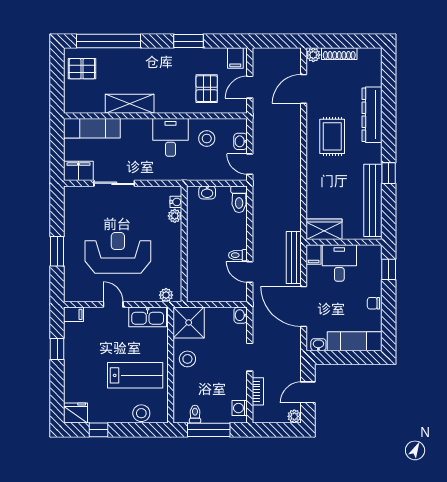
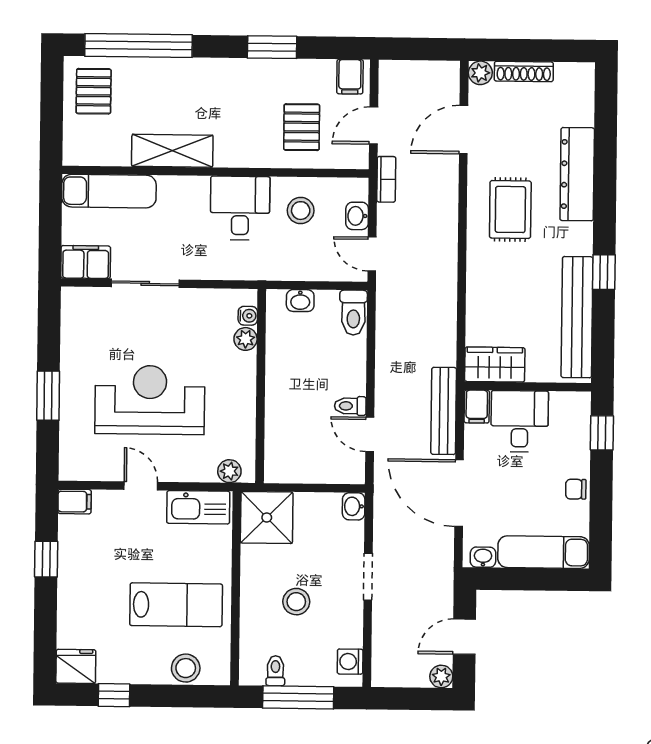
pallet: (82, 69) -> (94, 91), turned 90
stool: (187, 359) -> (296, 602), moved
bookcase: (258, 391) -> (386, 179), moved

